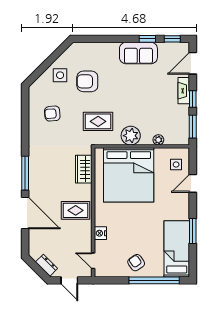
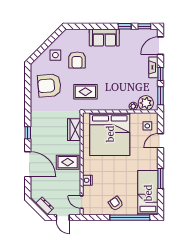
sofa: (138, 53) -> (104, 38), moved
armchair: (87, 81) -> (77, 60), turned -90
armchair: (52, 114) -> (49, 86), width x1.88, depth x1.88
plant: (131, 136) -> (146, 103), moved
window: (25, 173) -> (28, 133), width x0.46

